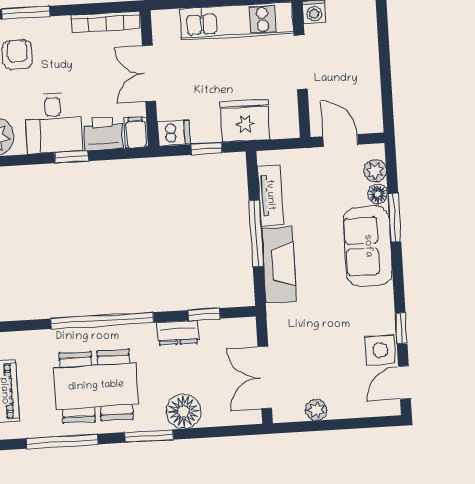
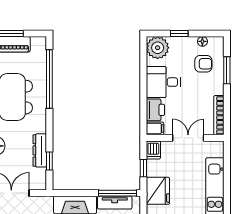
window: (71, 157) -> (143, 91), removed
window: (256, 233) -> (117, 193), moved
window: (102, 321) -> (49, 79), moved
dresser: (178, 333) -> (40, 150), width x1.44

